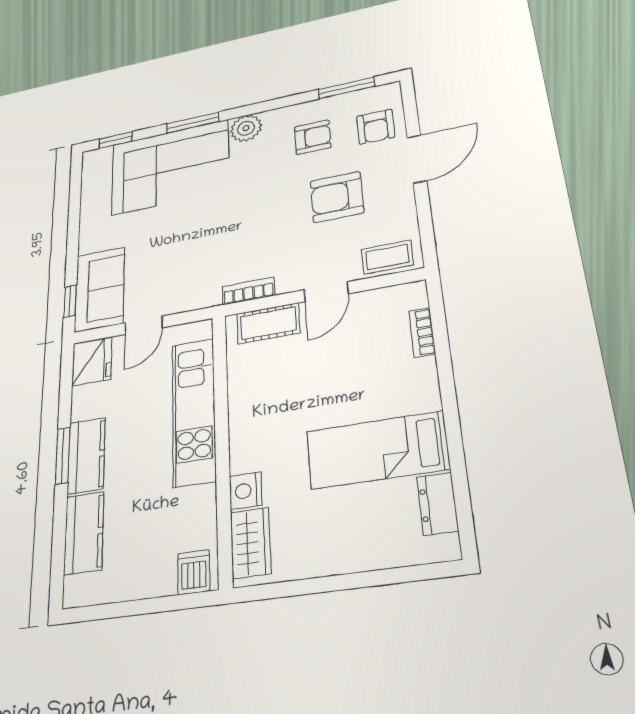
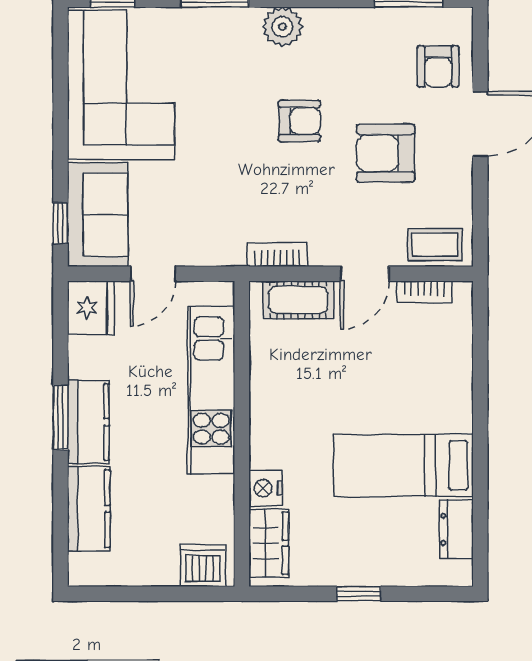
armchair: (313, 137) -> (299, 121), moved
corner sofa: (170, 167) -> (121, 85), moved, turned -90
bookcase: (422, 332) -> (425, 292), moved, turned -90
dishwasher: (194, 572) -> (203, 566), width x1.38
window: (343, 582) -> (359, 594), added

